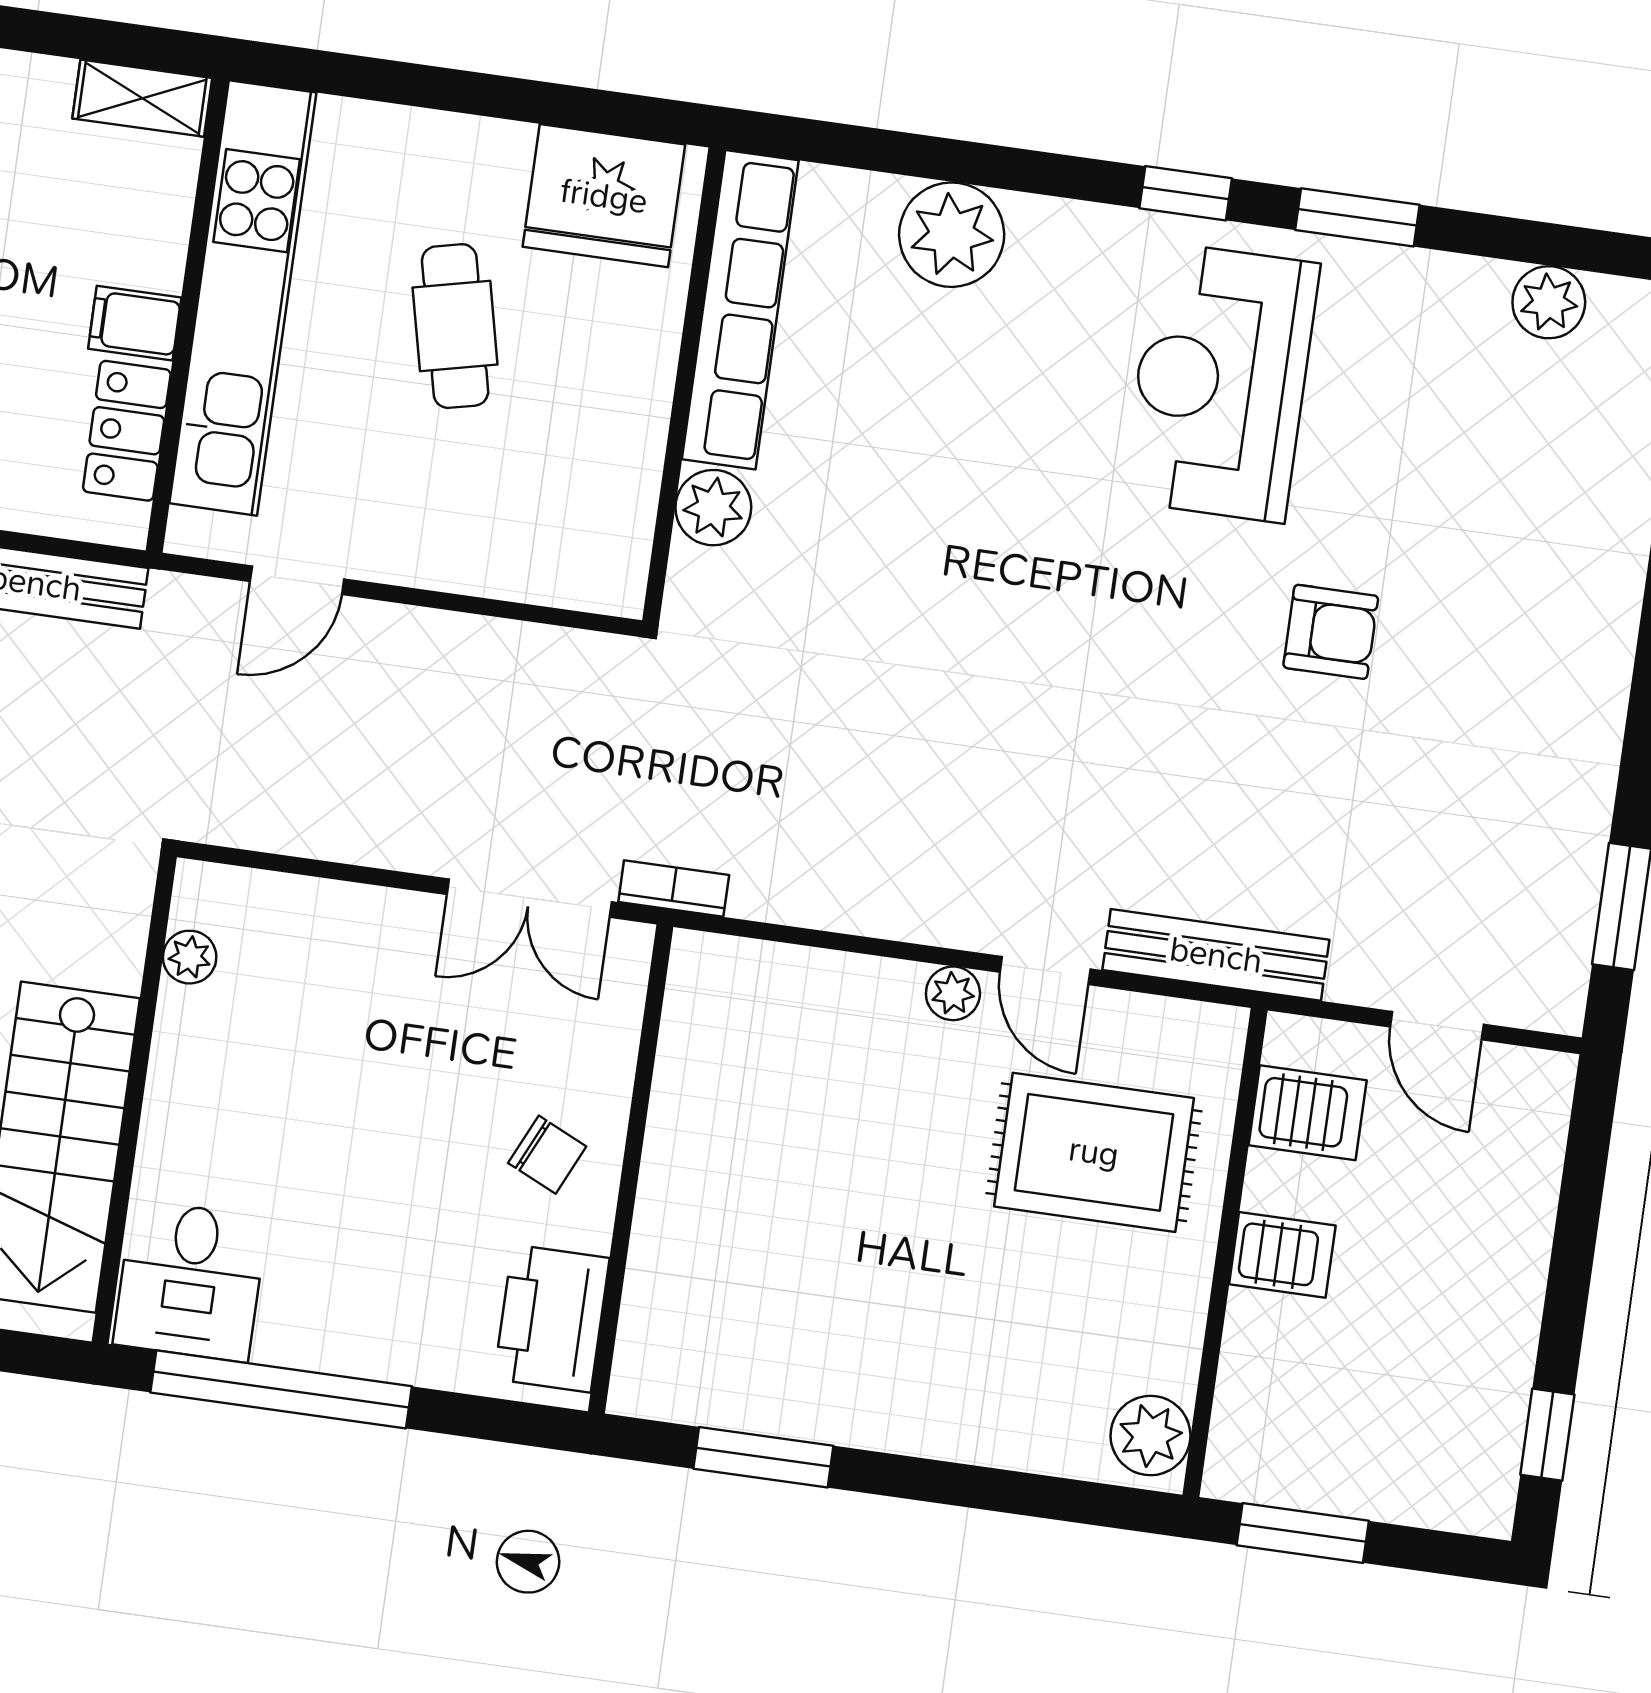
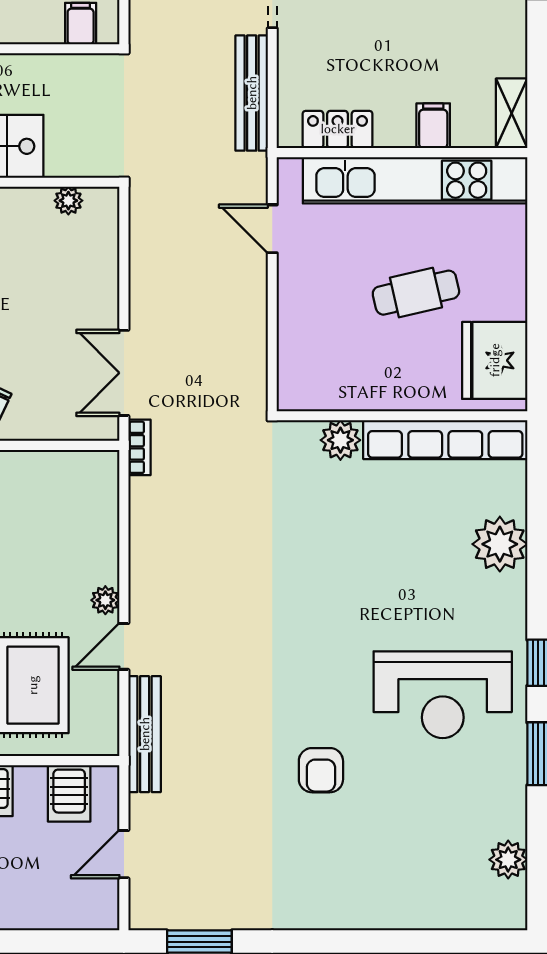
filing cabinet: (135, 323) -> (433, 126), moved
reception desk: (1221, 382) -> (443, 695), turned 180

